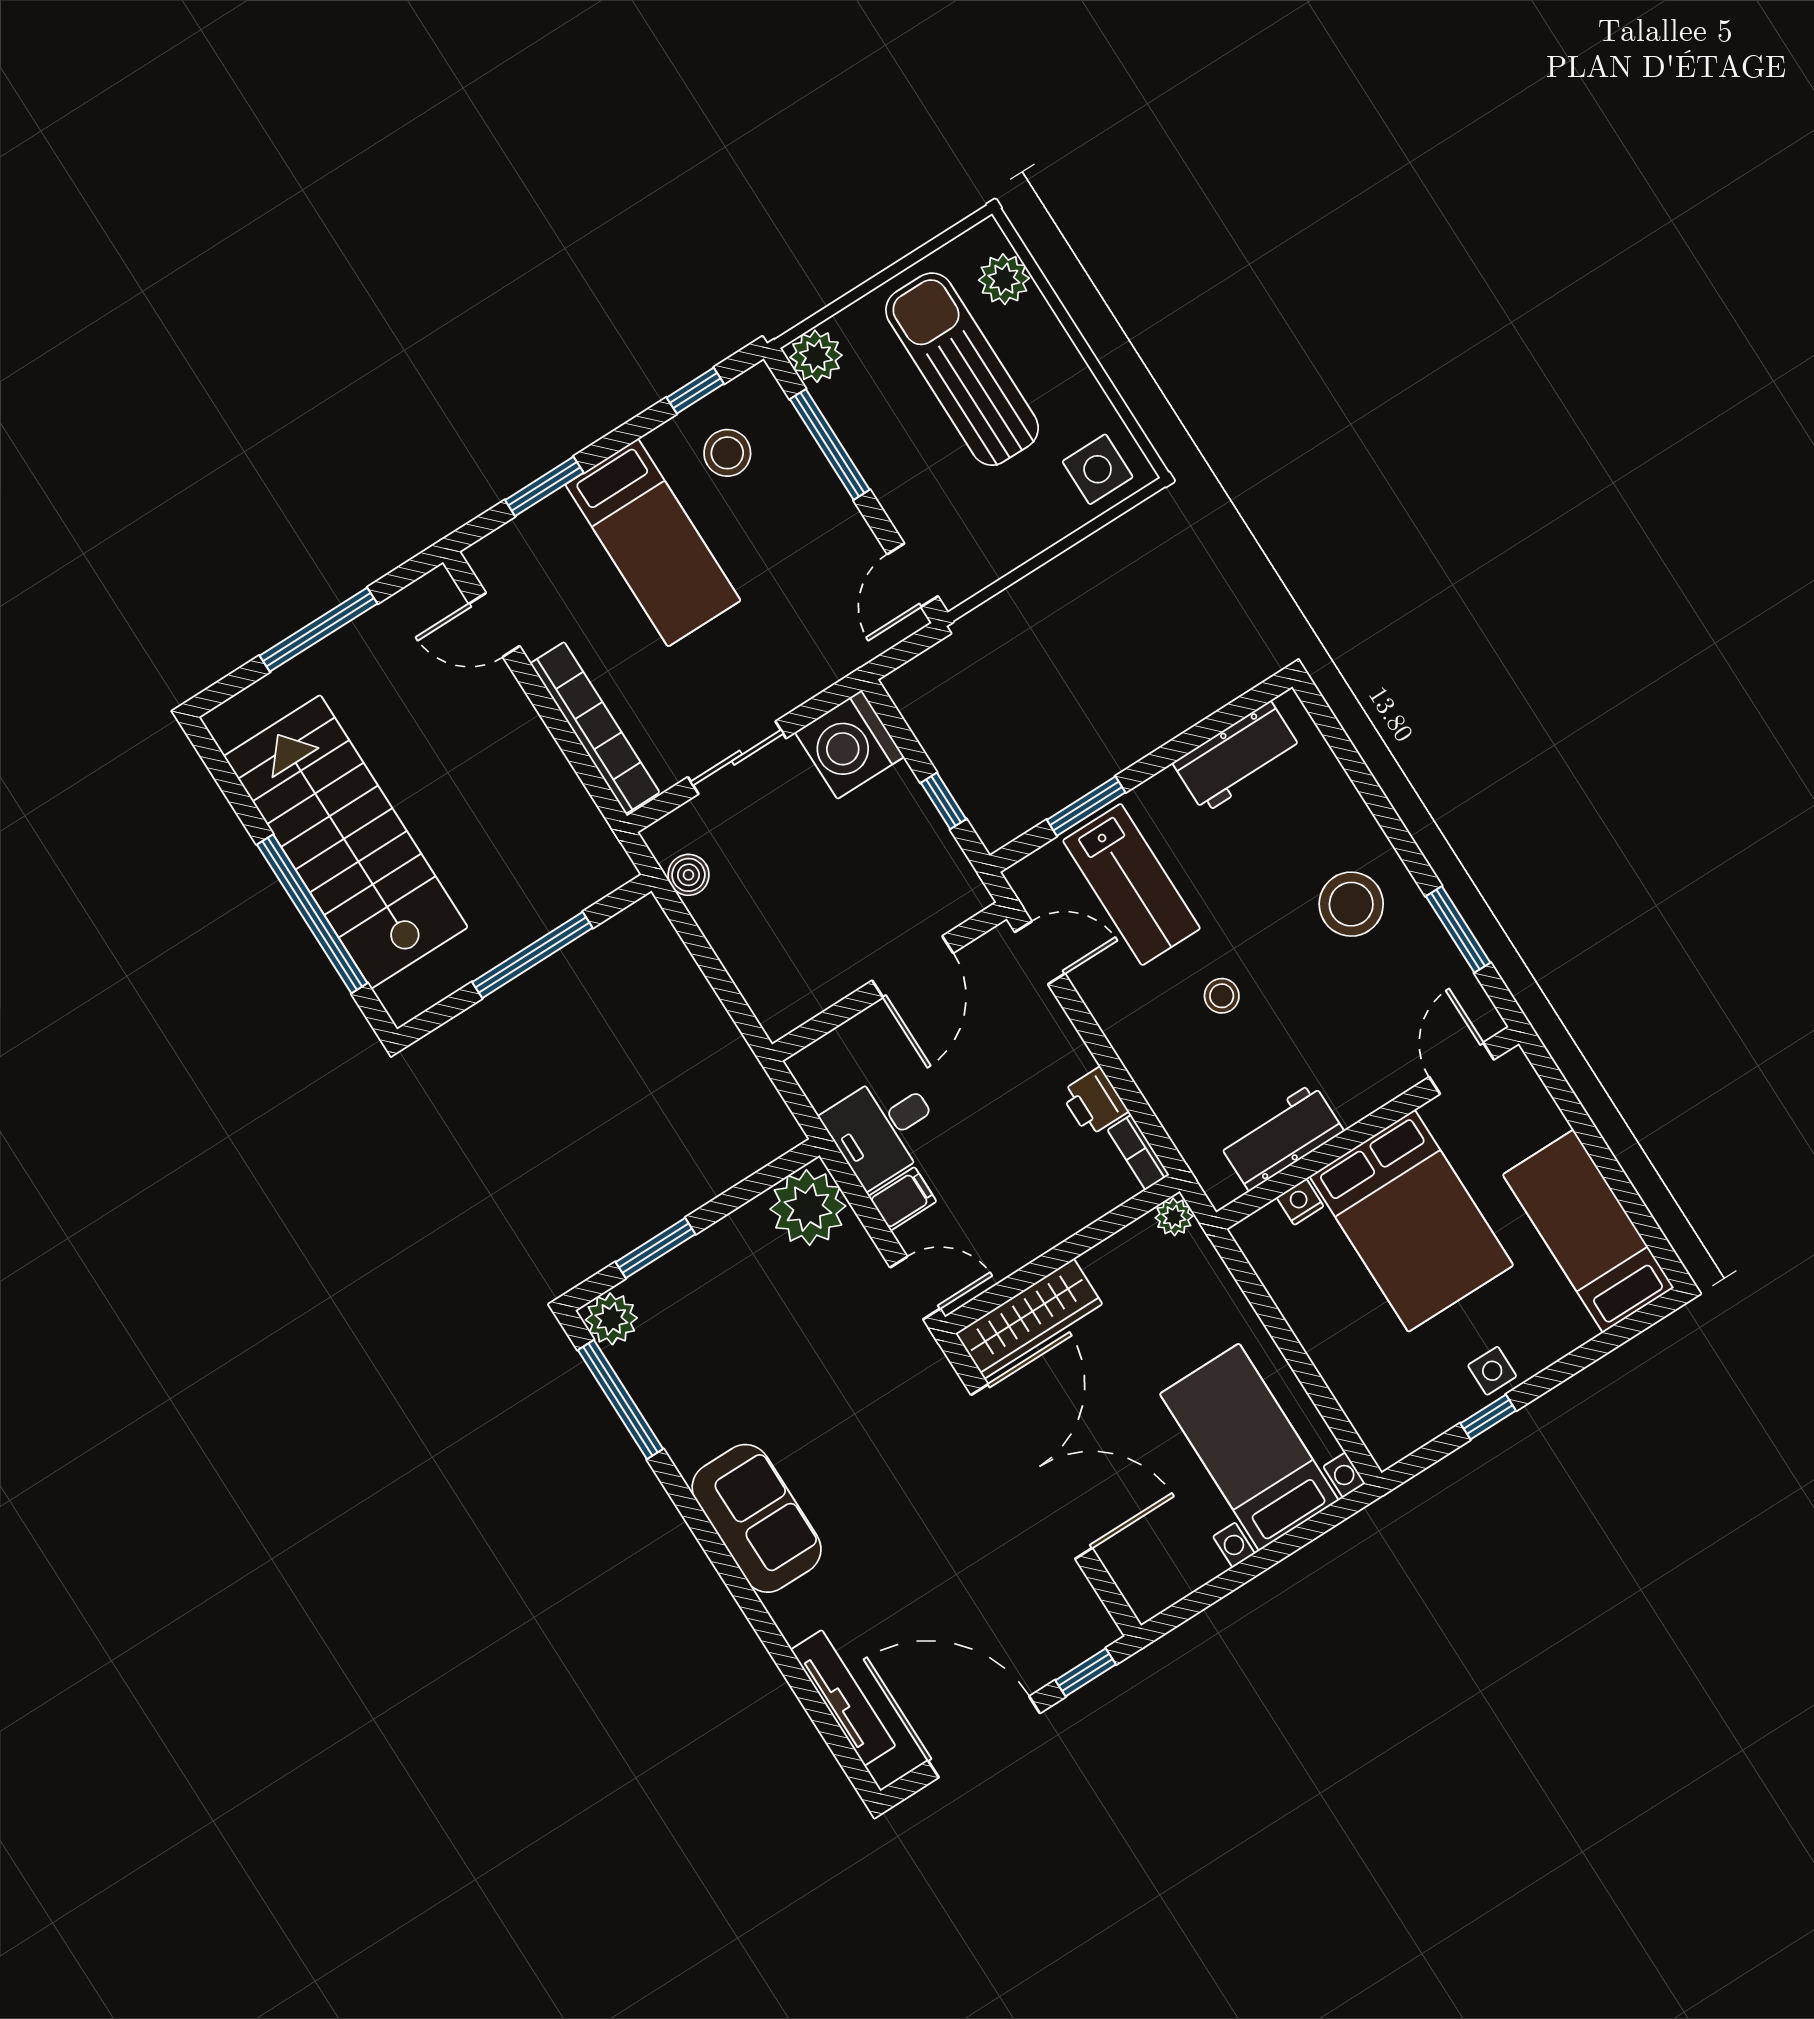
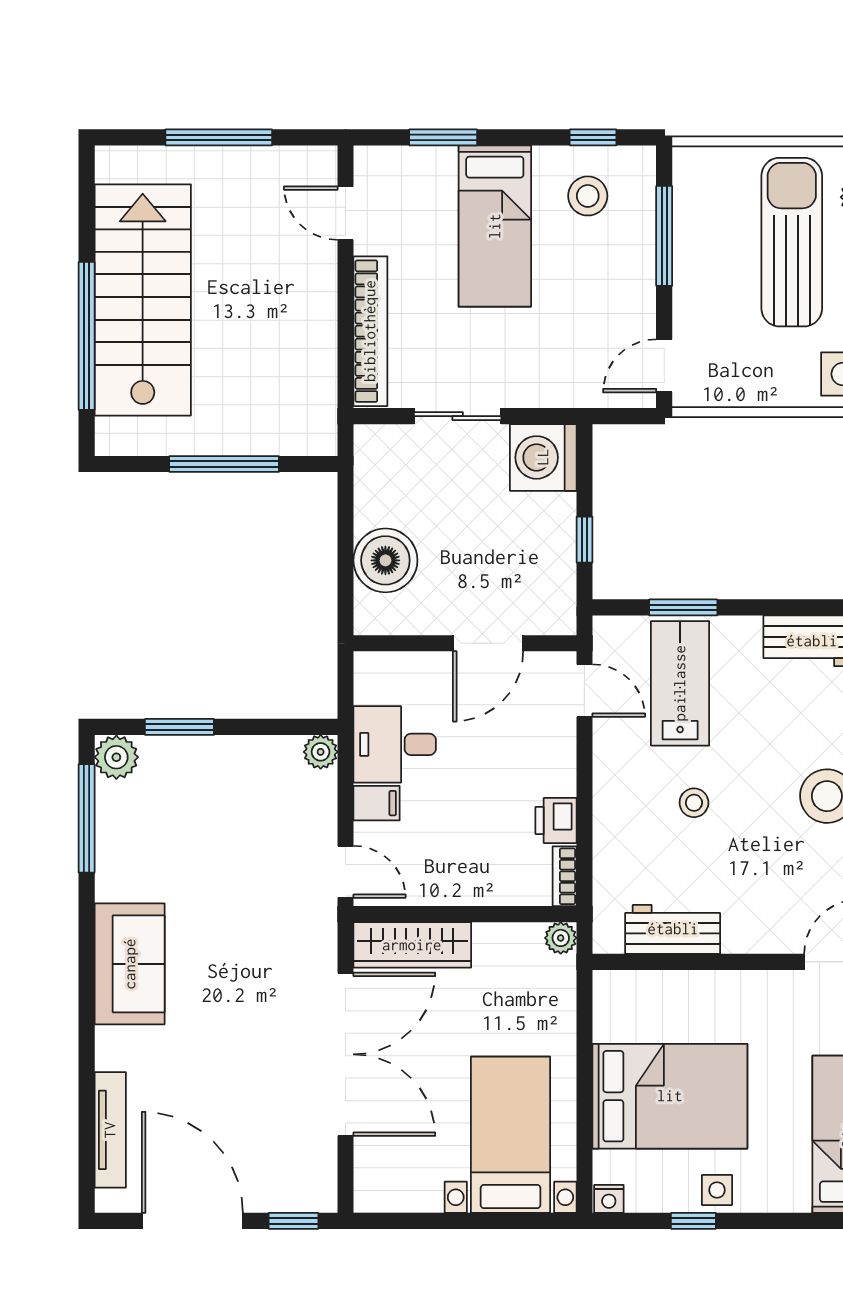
plant: (816, 356) -> (694, 167), removed
boiler: (688, 875) -> (385, 560), moved, width x1.86, depth x1.86
lab bench: (1131, 884) -> (680, 683), turned 180
nightstand: (1300, 1202) -> (609, 1199), moved, turned 180
plant: (808, 1208) -> (321, 752), width x0.53, depth x0.53
bed: (1411, 1221) -> (670, 1096), moved, turned -90

